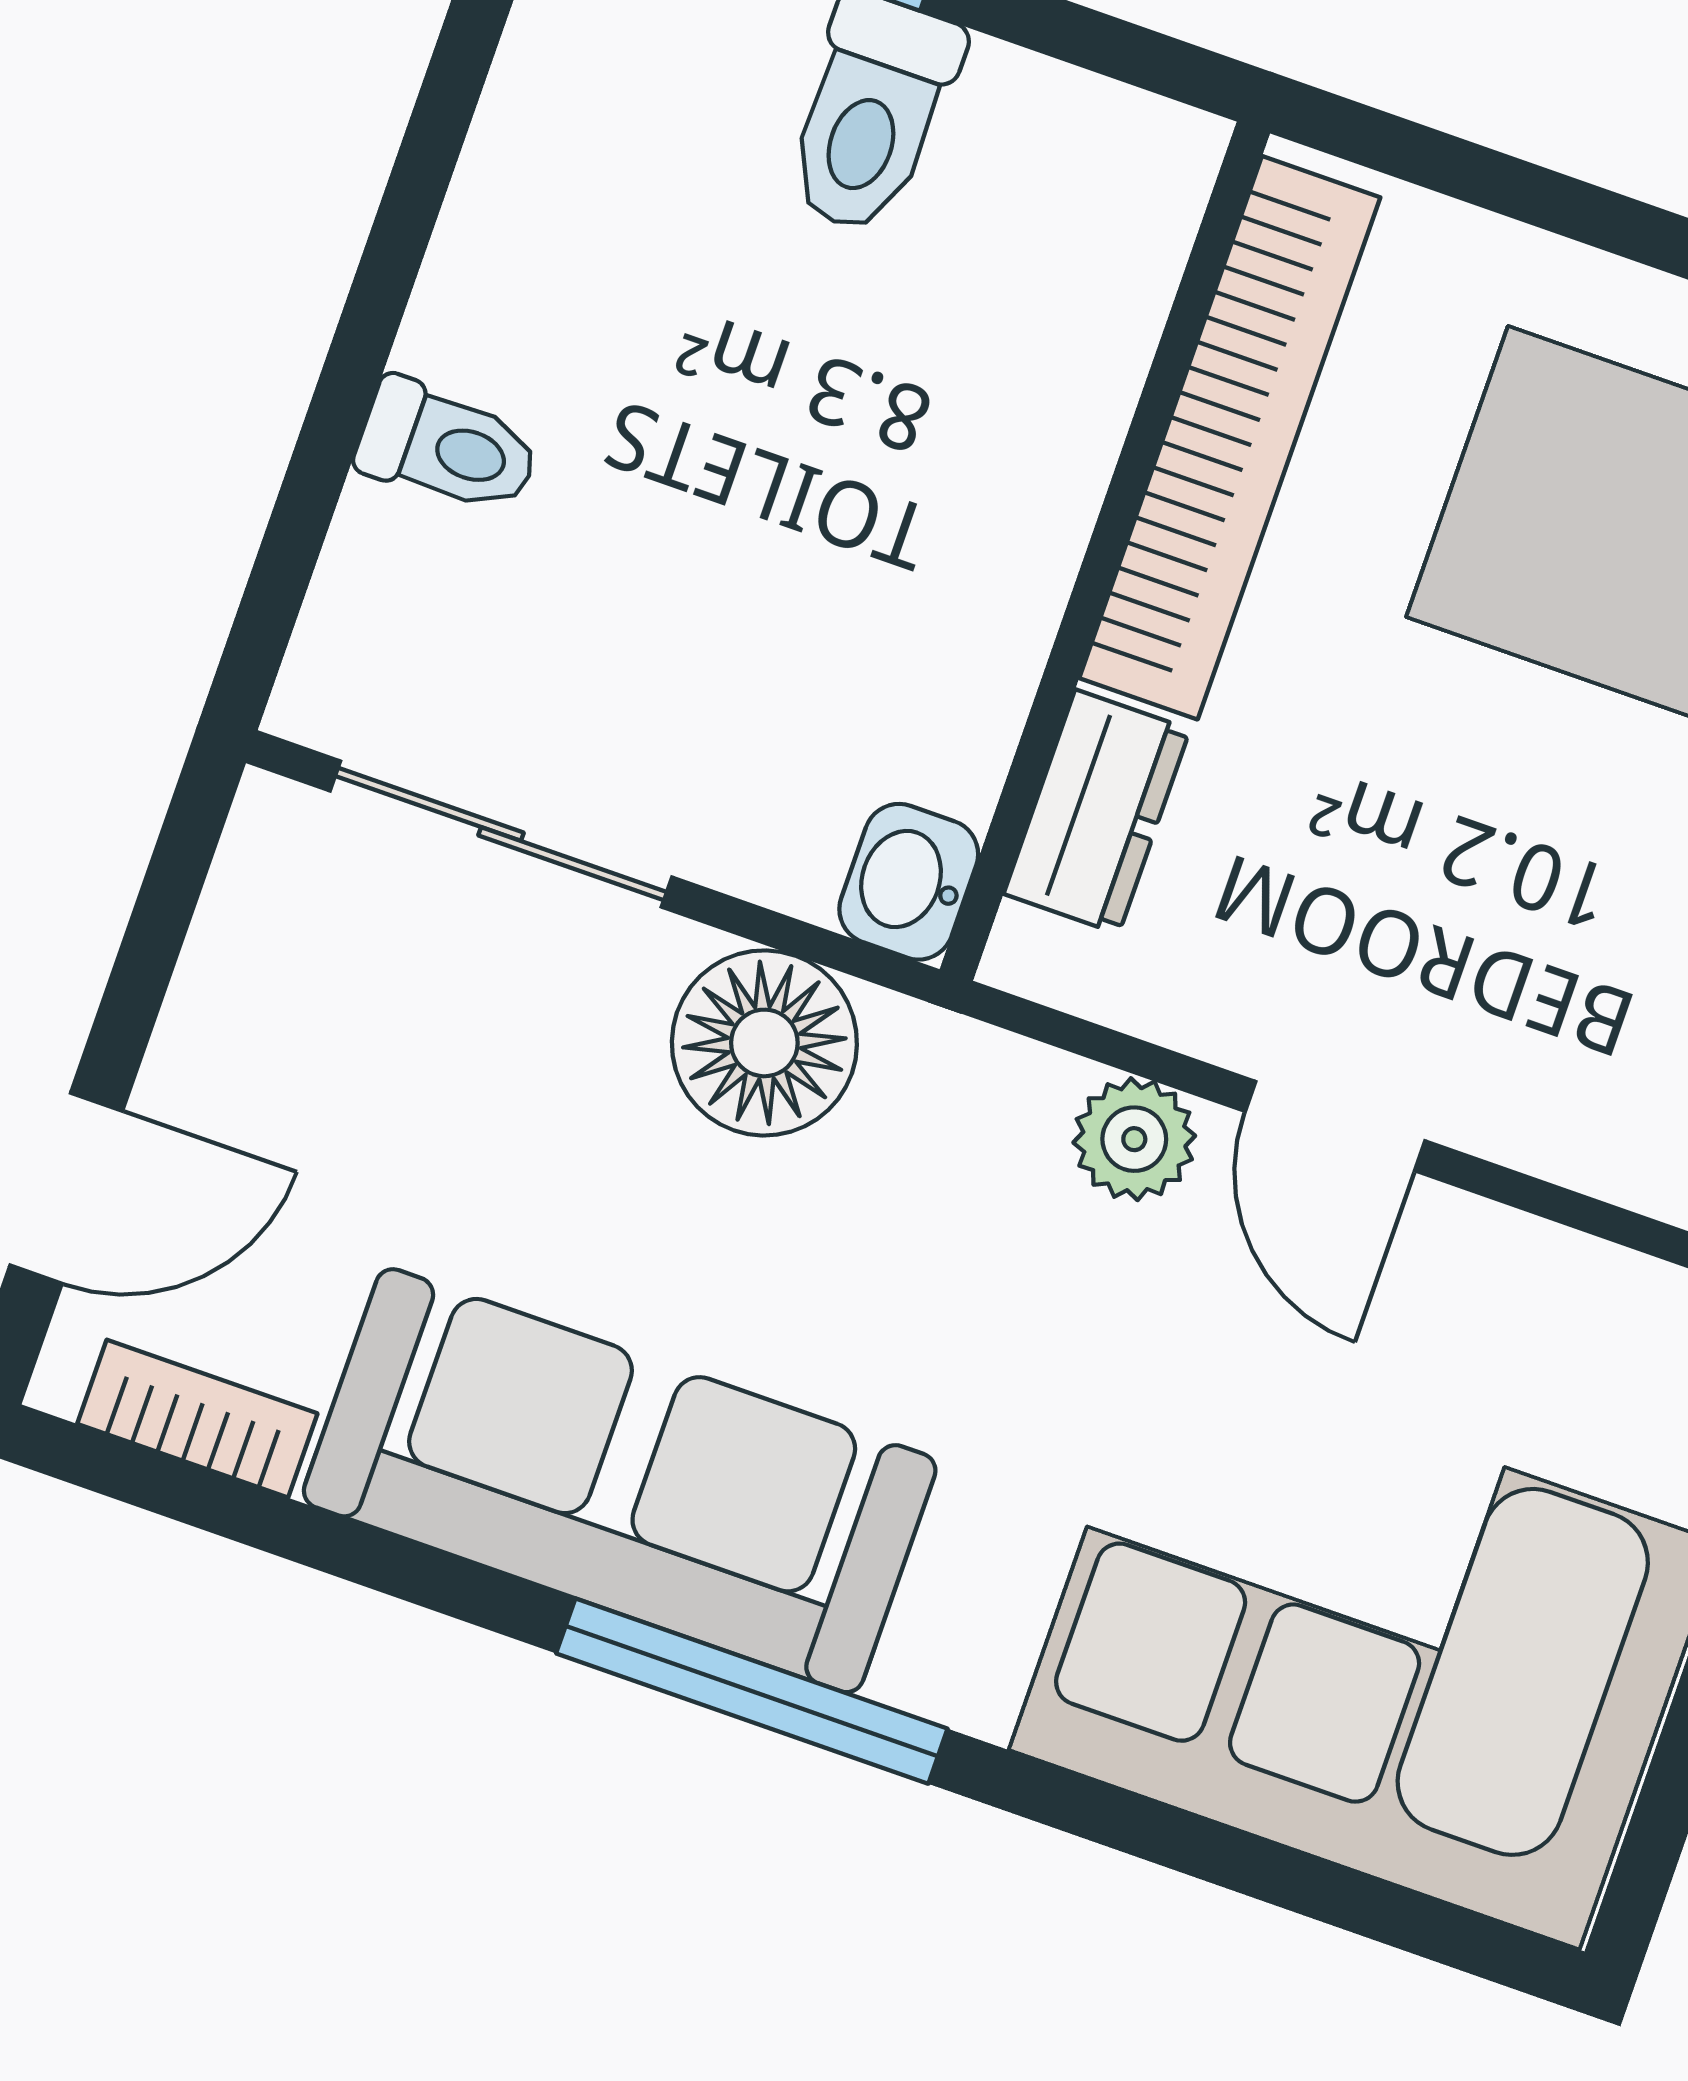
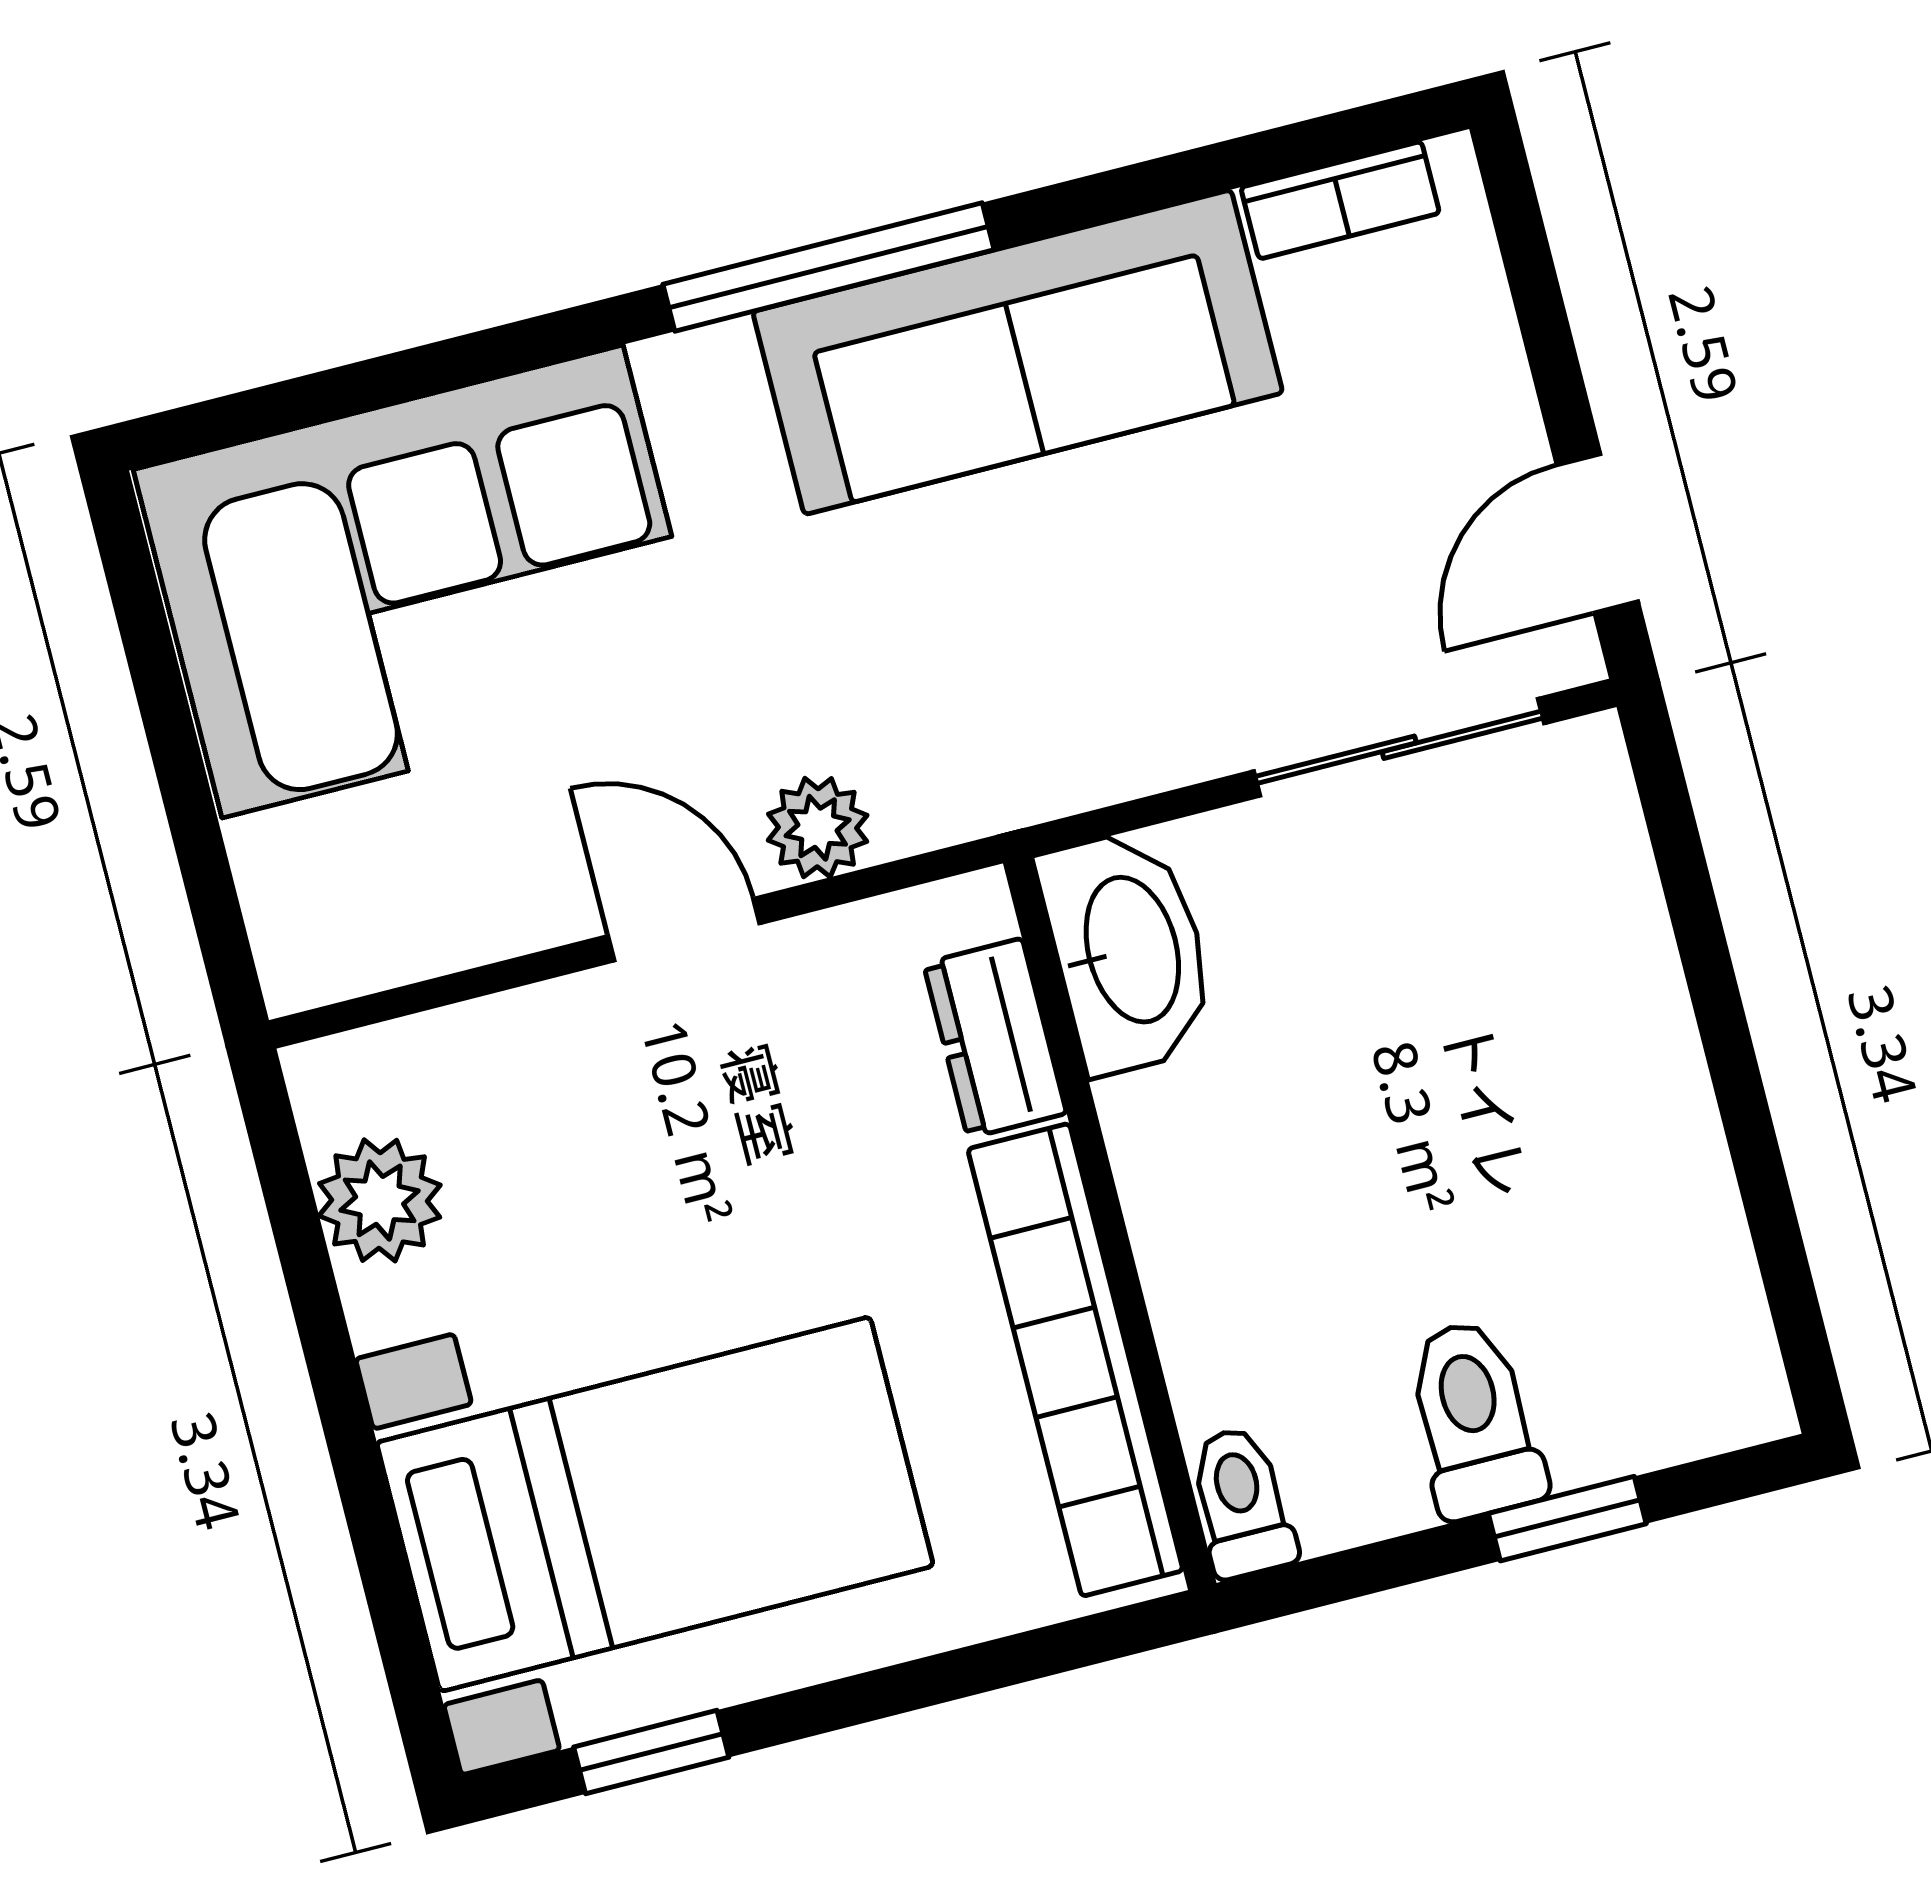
toilet: (448, 447) -> (1242, 1502), moved, turned 90
washbasin: (909, 882) -> (1128, 951), width x1.91, depth x1.45
floor lamp: (764, 1043) -> (1119, 724), removed
door: (66, 1188) -> (1597, 533), moved

